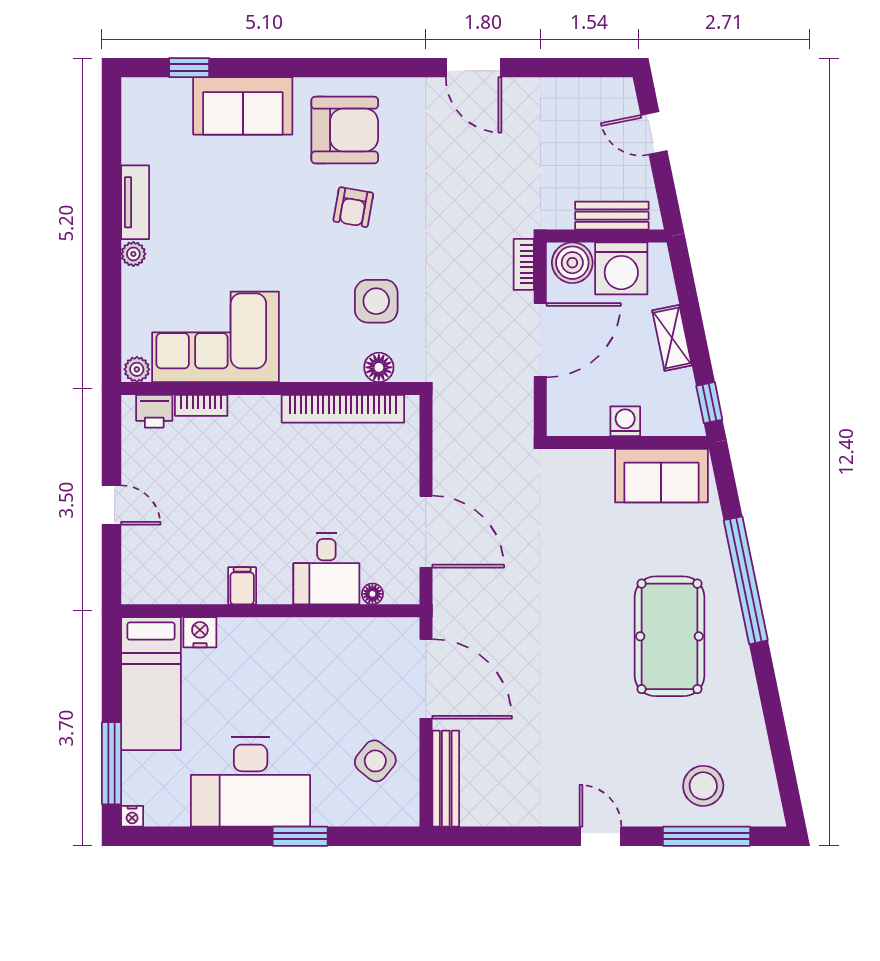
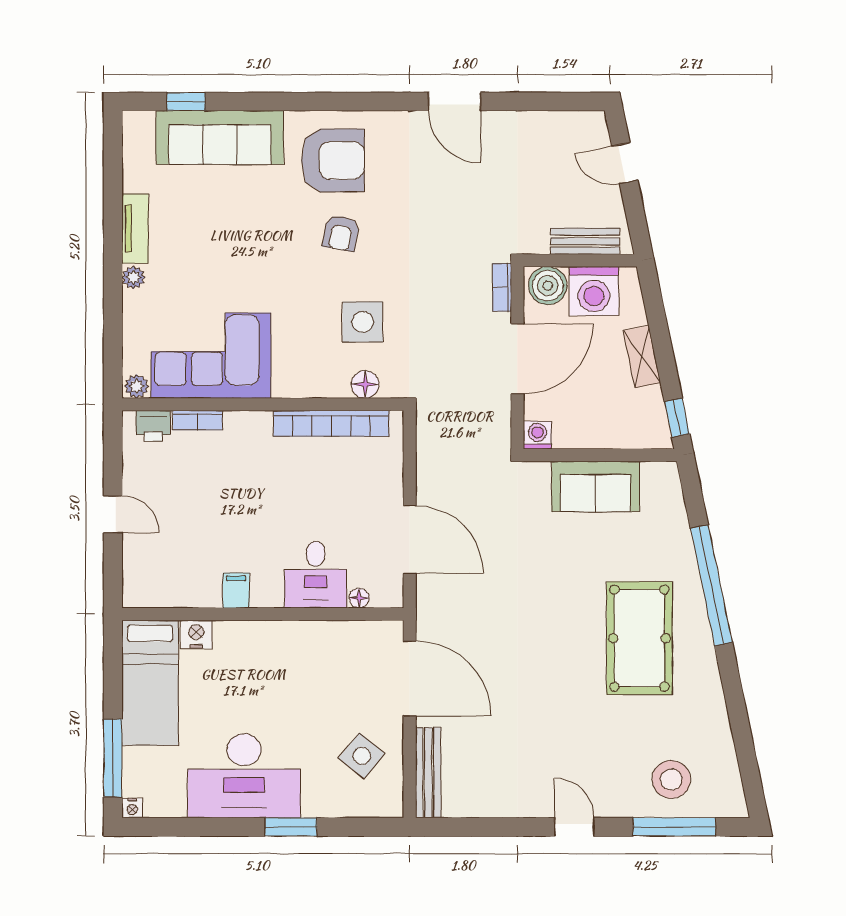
sofa: (243, 106) -> (220, 138), width x1.36
washing machine: (625, 421) -> (538, 435), moved
sofa: (661, 476) -> (595, 487), moved

